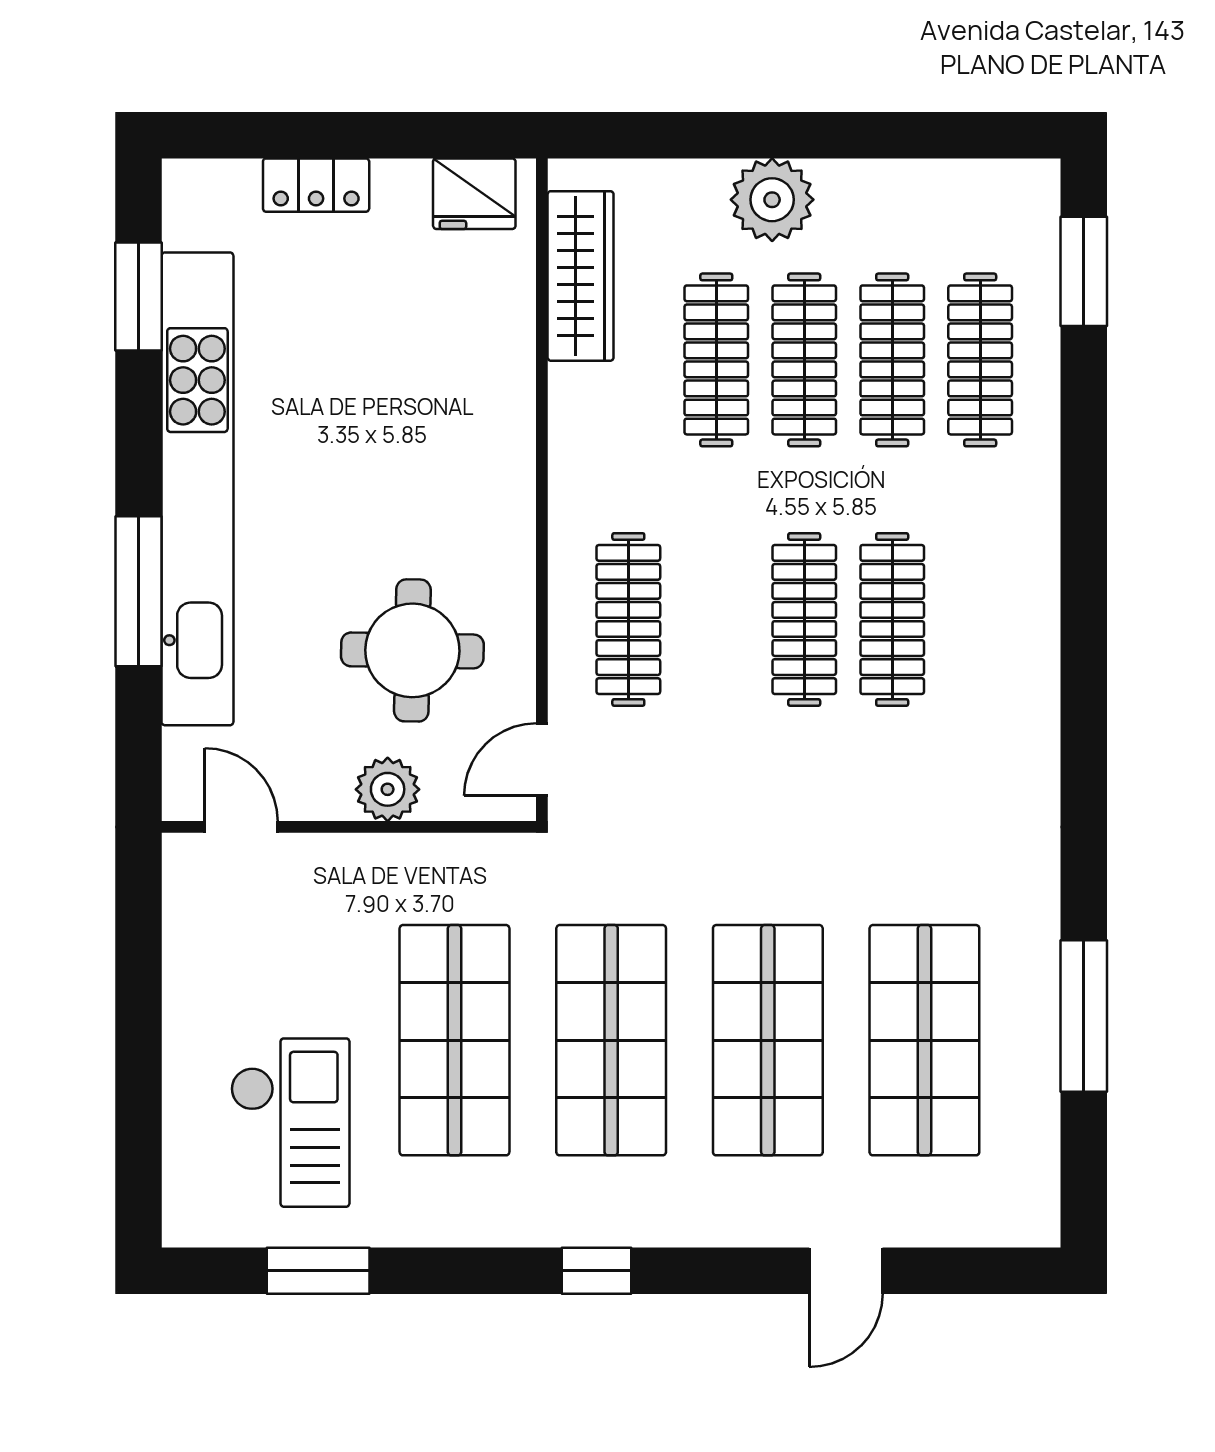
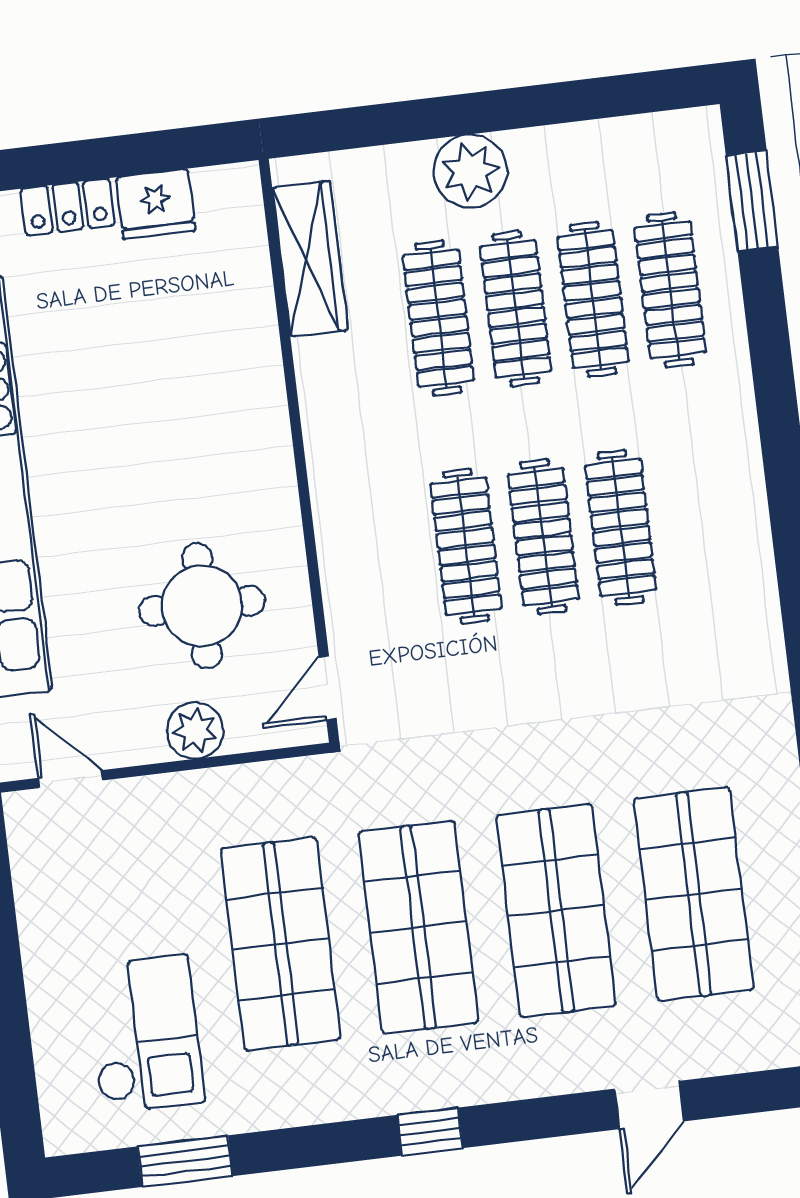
fridge: (474, 194) -> (156, 204), moved
clothes rail: (628, 619) -> (466, 546), moved

